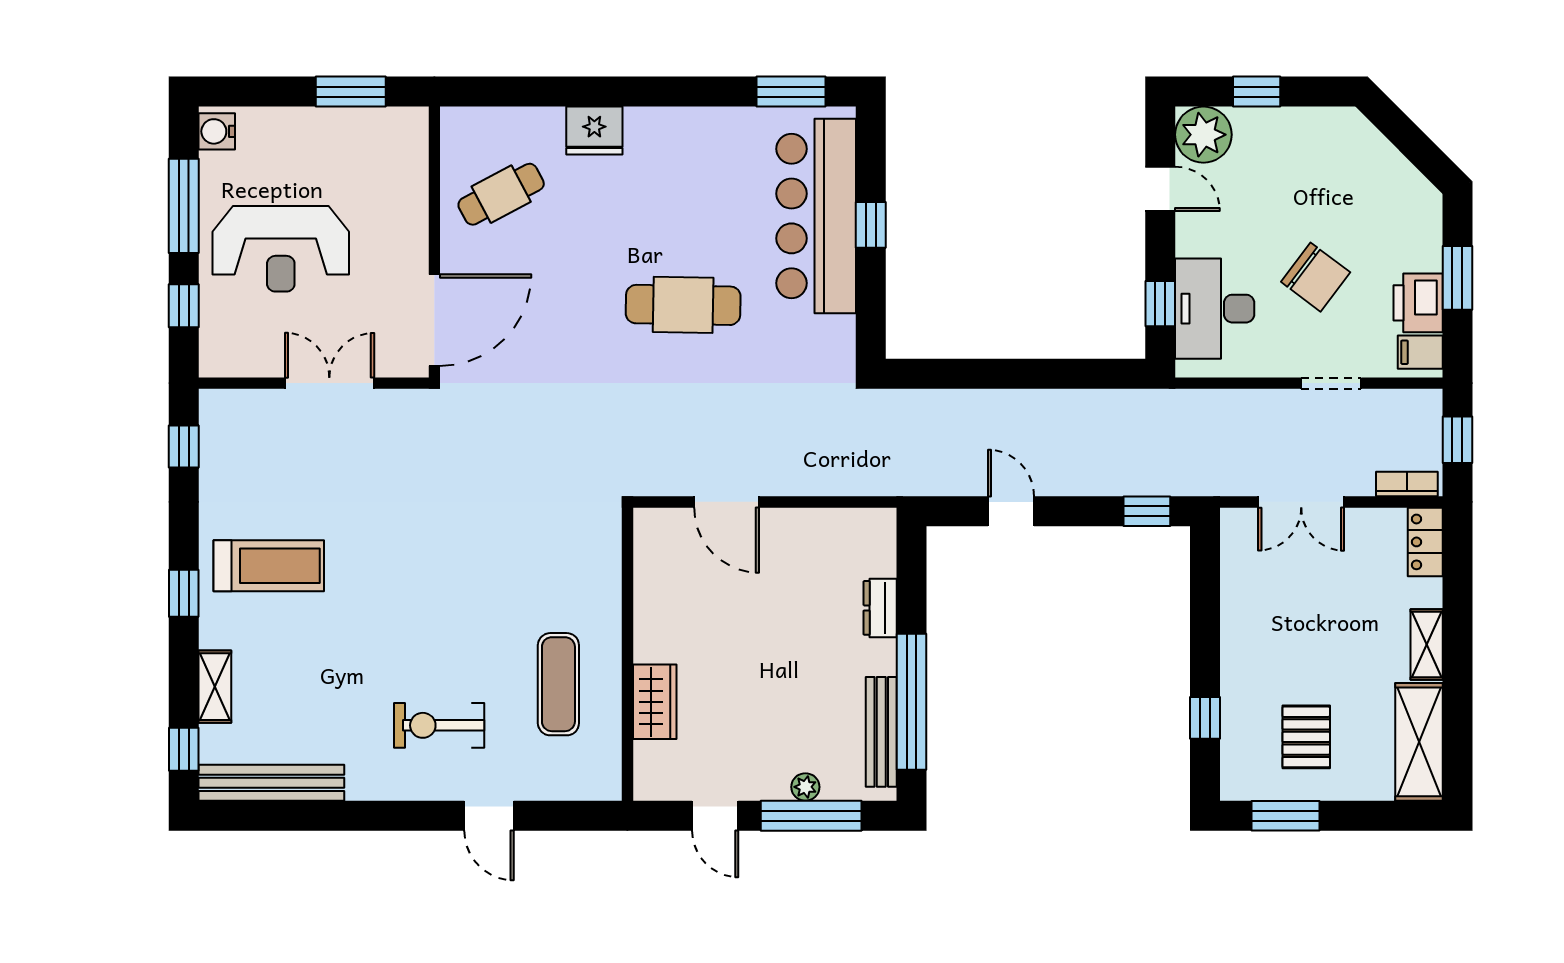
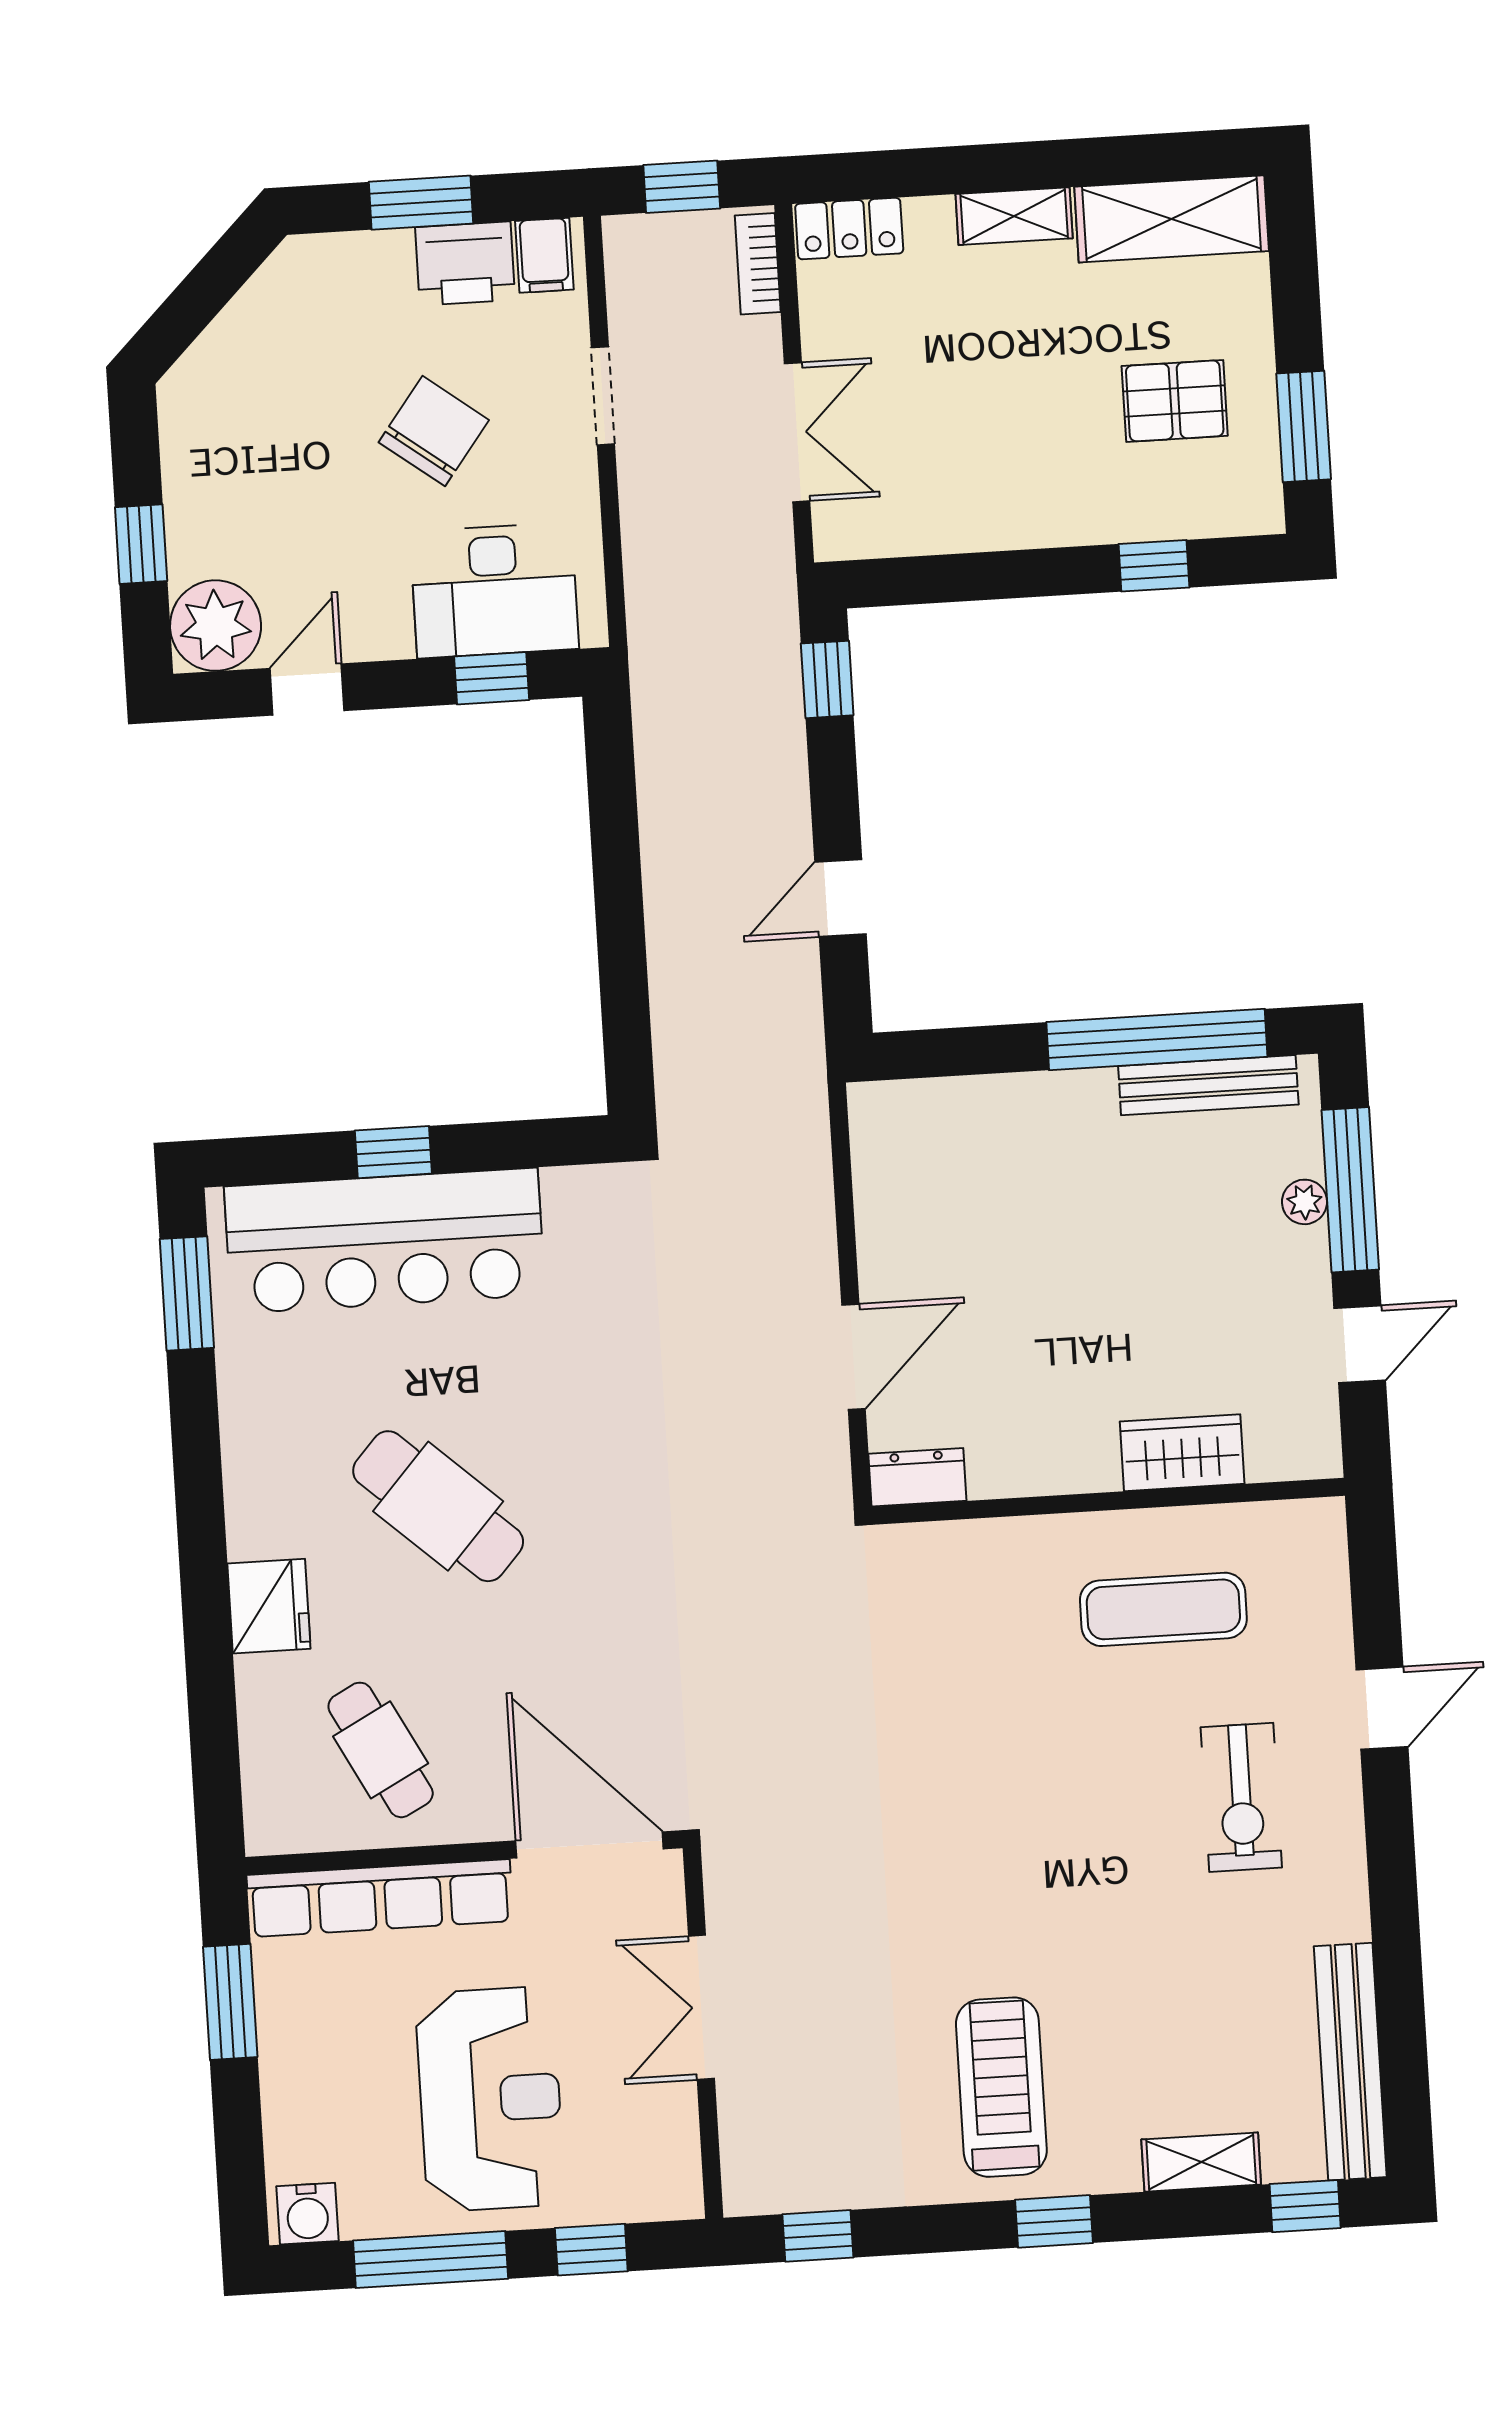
row of seats: (409, 188) -> (380, 1898), added
cafe table: (683, 305) -> (438, 1506), moved, turned -49
dresser: (880, 608) -> (917, 1477), moved, turned 180

